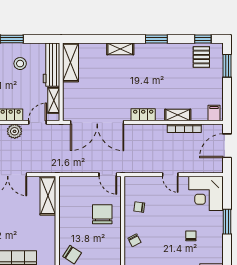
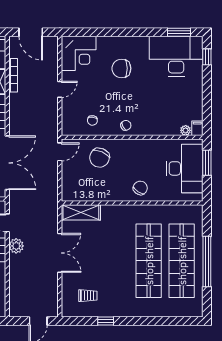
chair: (102, 214) -> (100, 158), turned -67
window: (227, 222) -> (107, 32), removed
chair: (191, 236) -> (121, 68), width x1.87, depth x1.87

